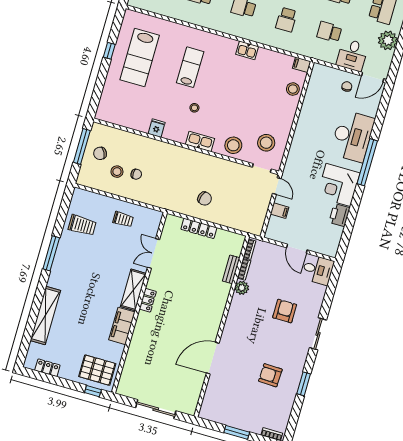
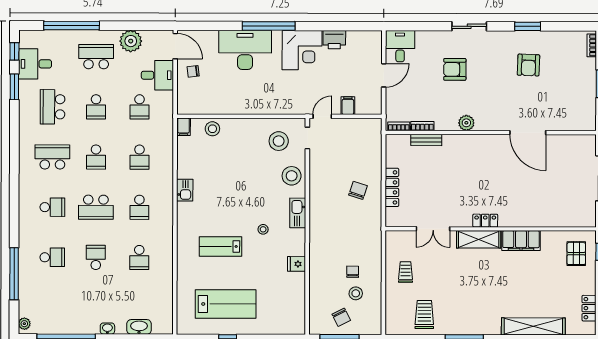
school desk: (286, 20) -> (139, 157), turned 90
plant: (242, 288) -> (466, 123), moved
pallet: (97, 370) -> (576, 254), width x0.67, depth x0.71

